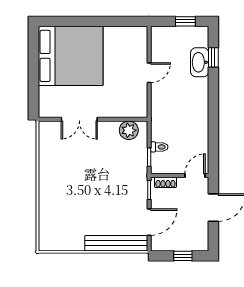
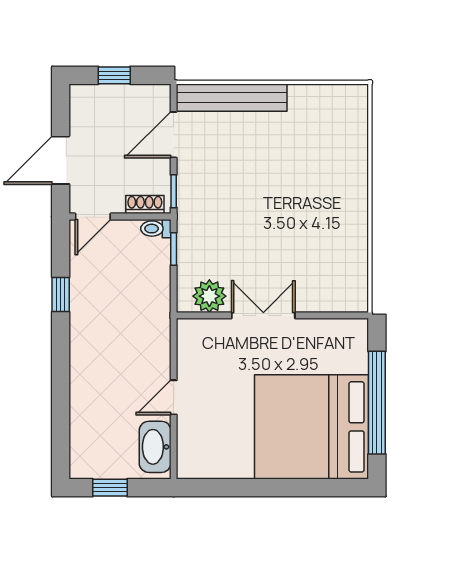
window: (213, 57) -> (61, 294), moved
washbasin: (200, 62) -> (155, 447), moved, turned 180
window: (33, 70) -> (377, 403), added
double door: (79, 119) -> (263, 315), moved
toilet: (159, 147) -> (156, 229), moved

